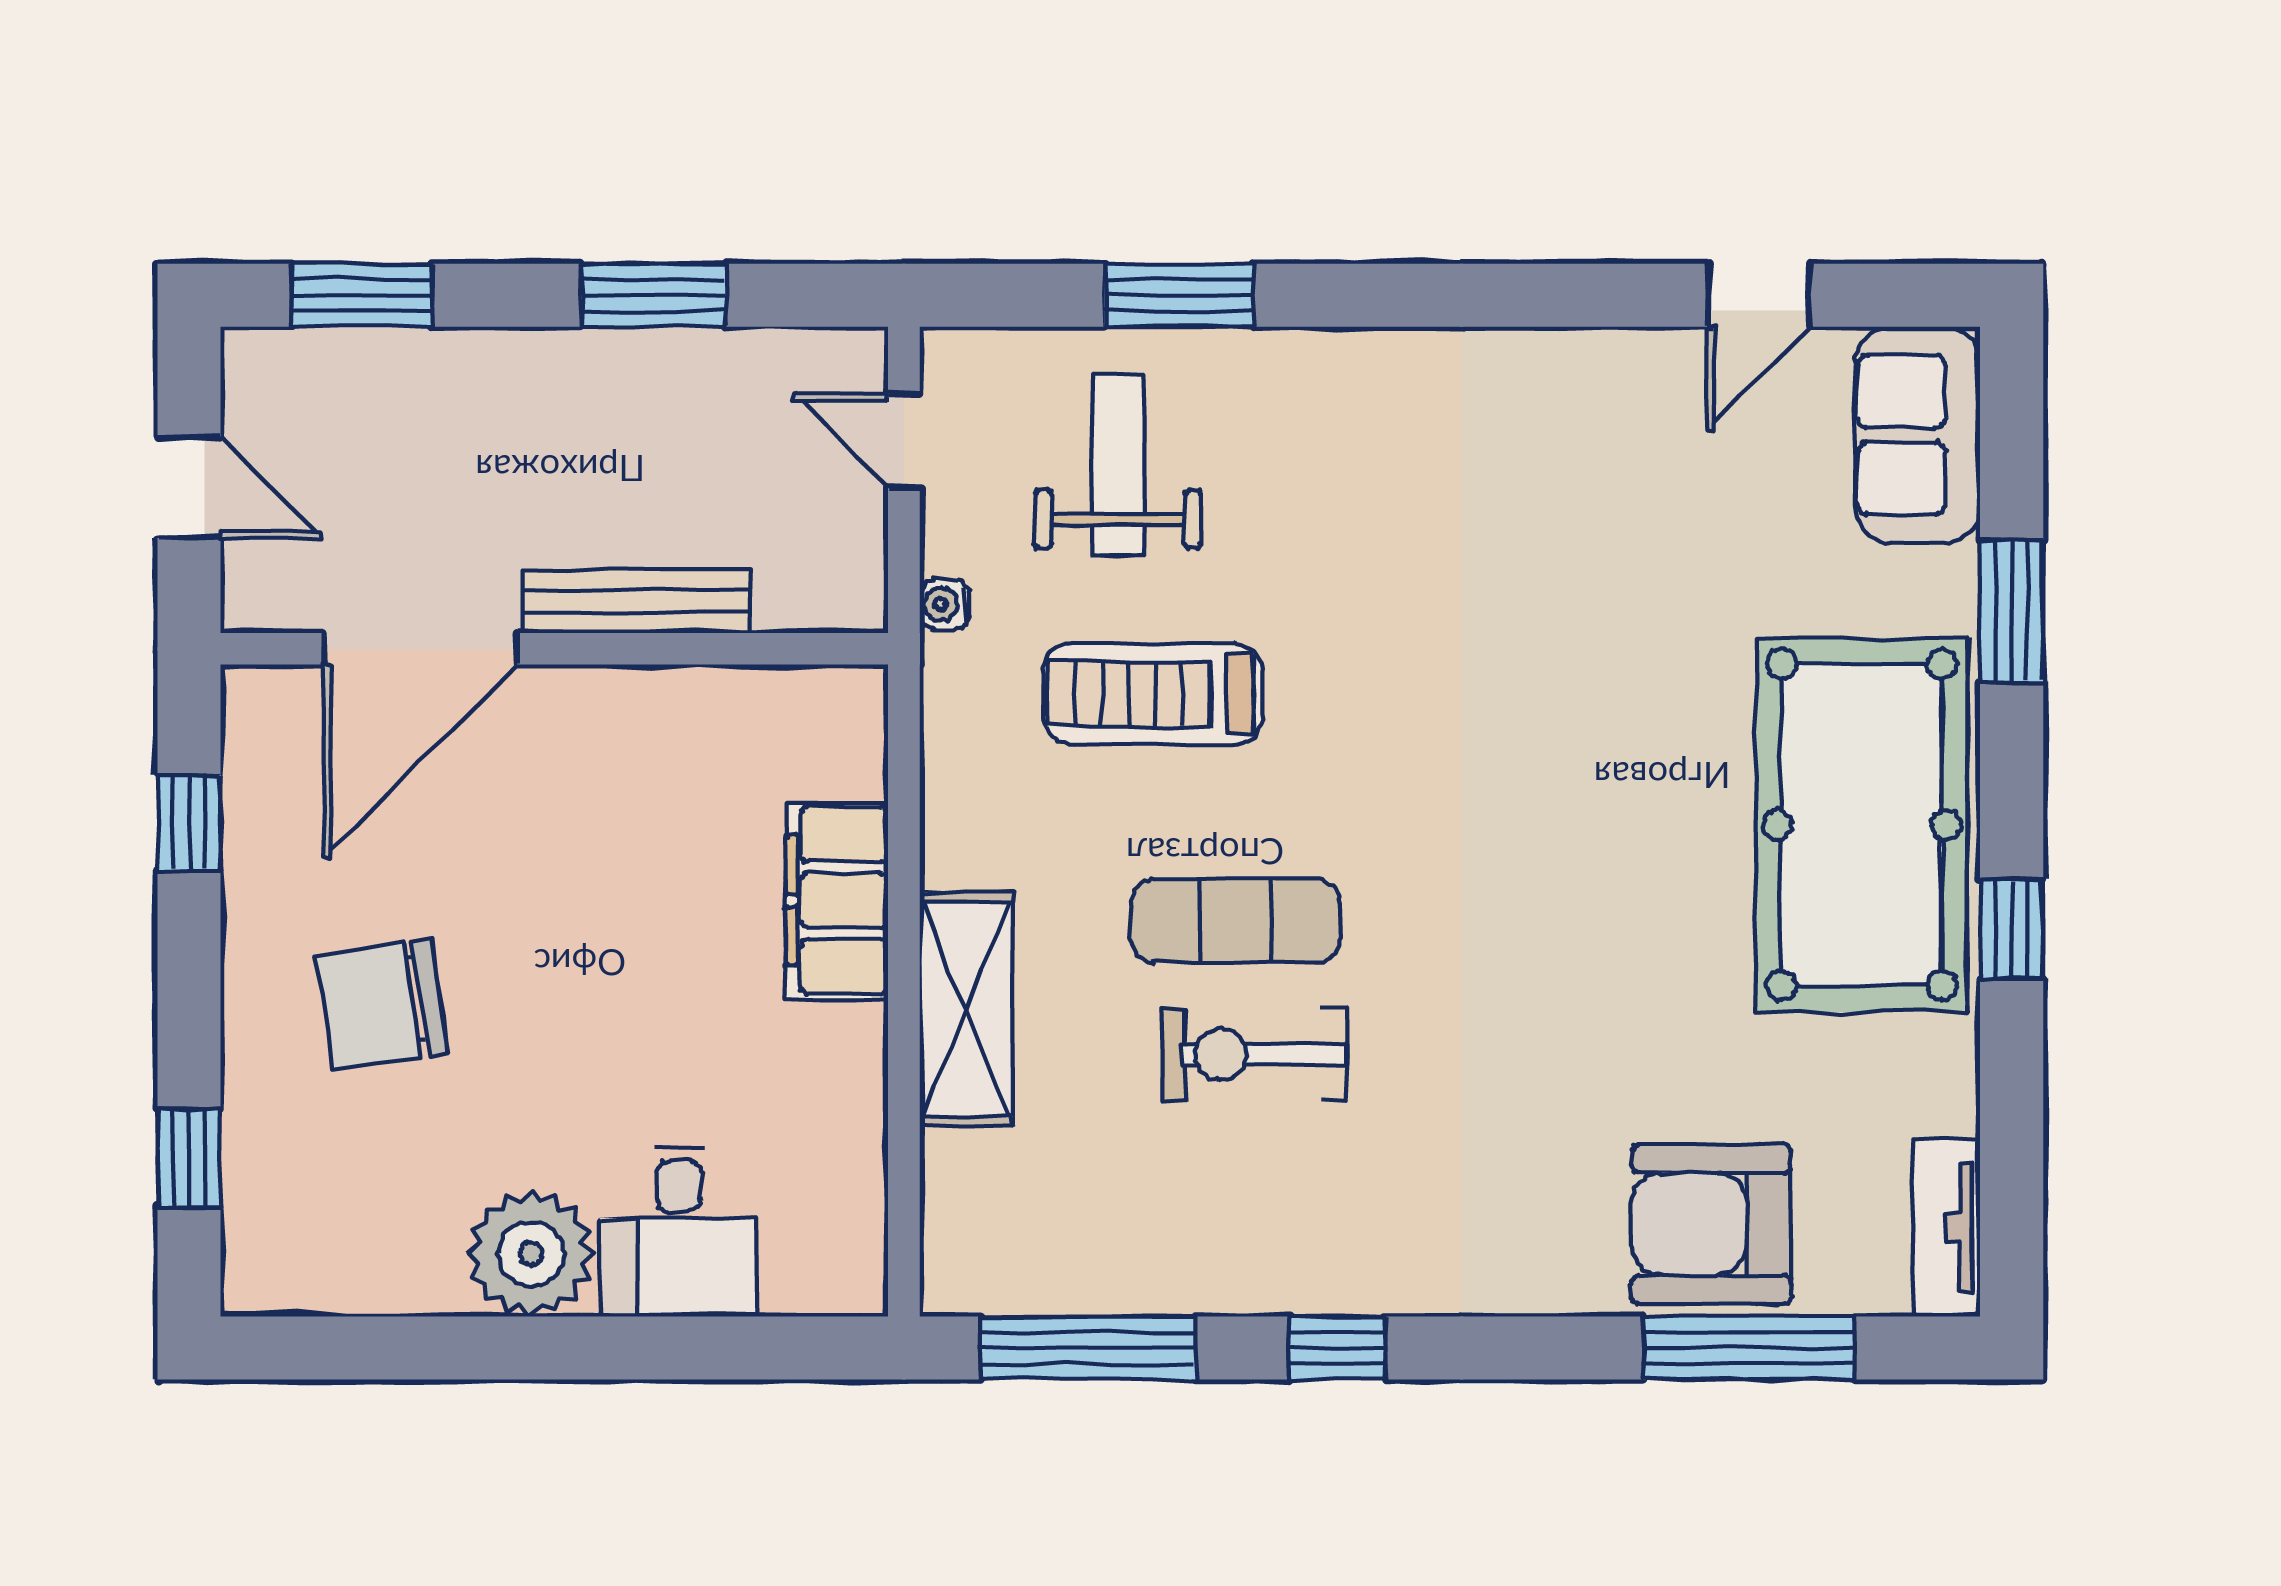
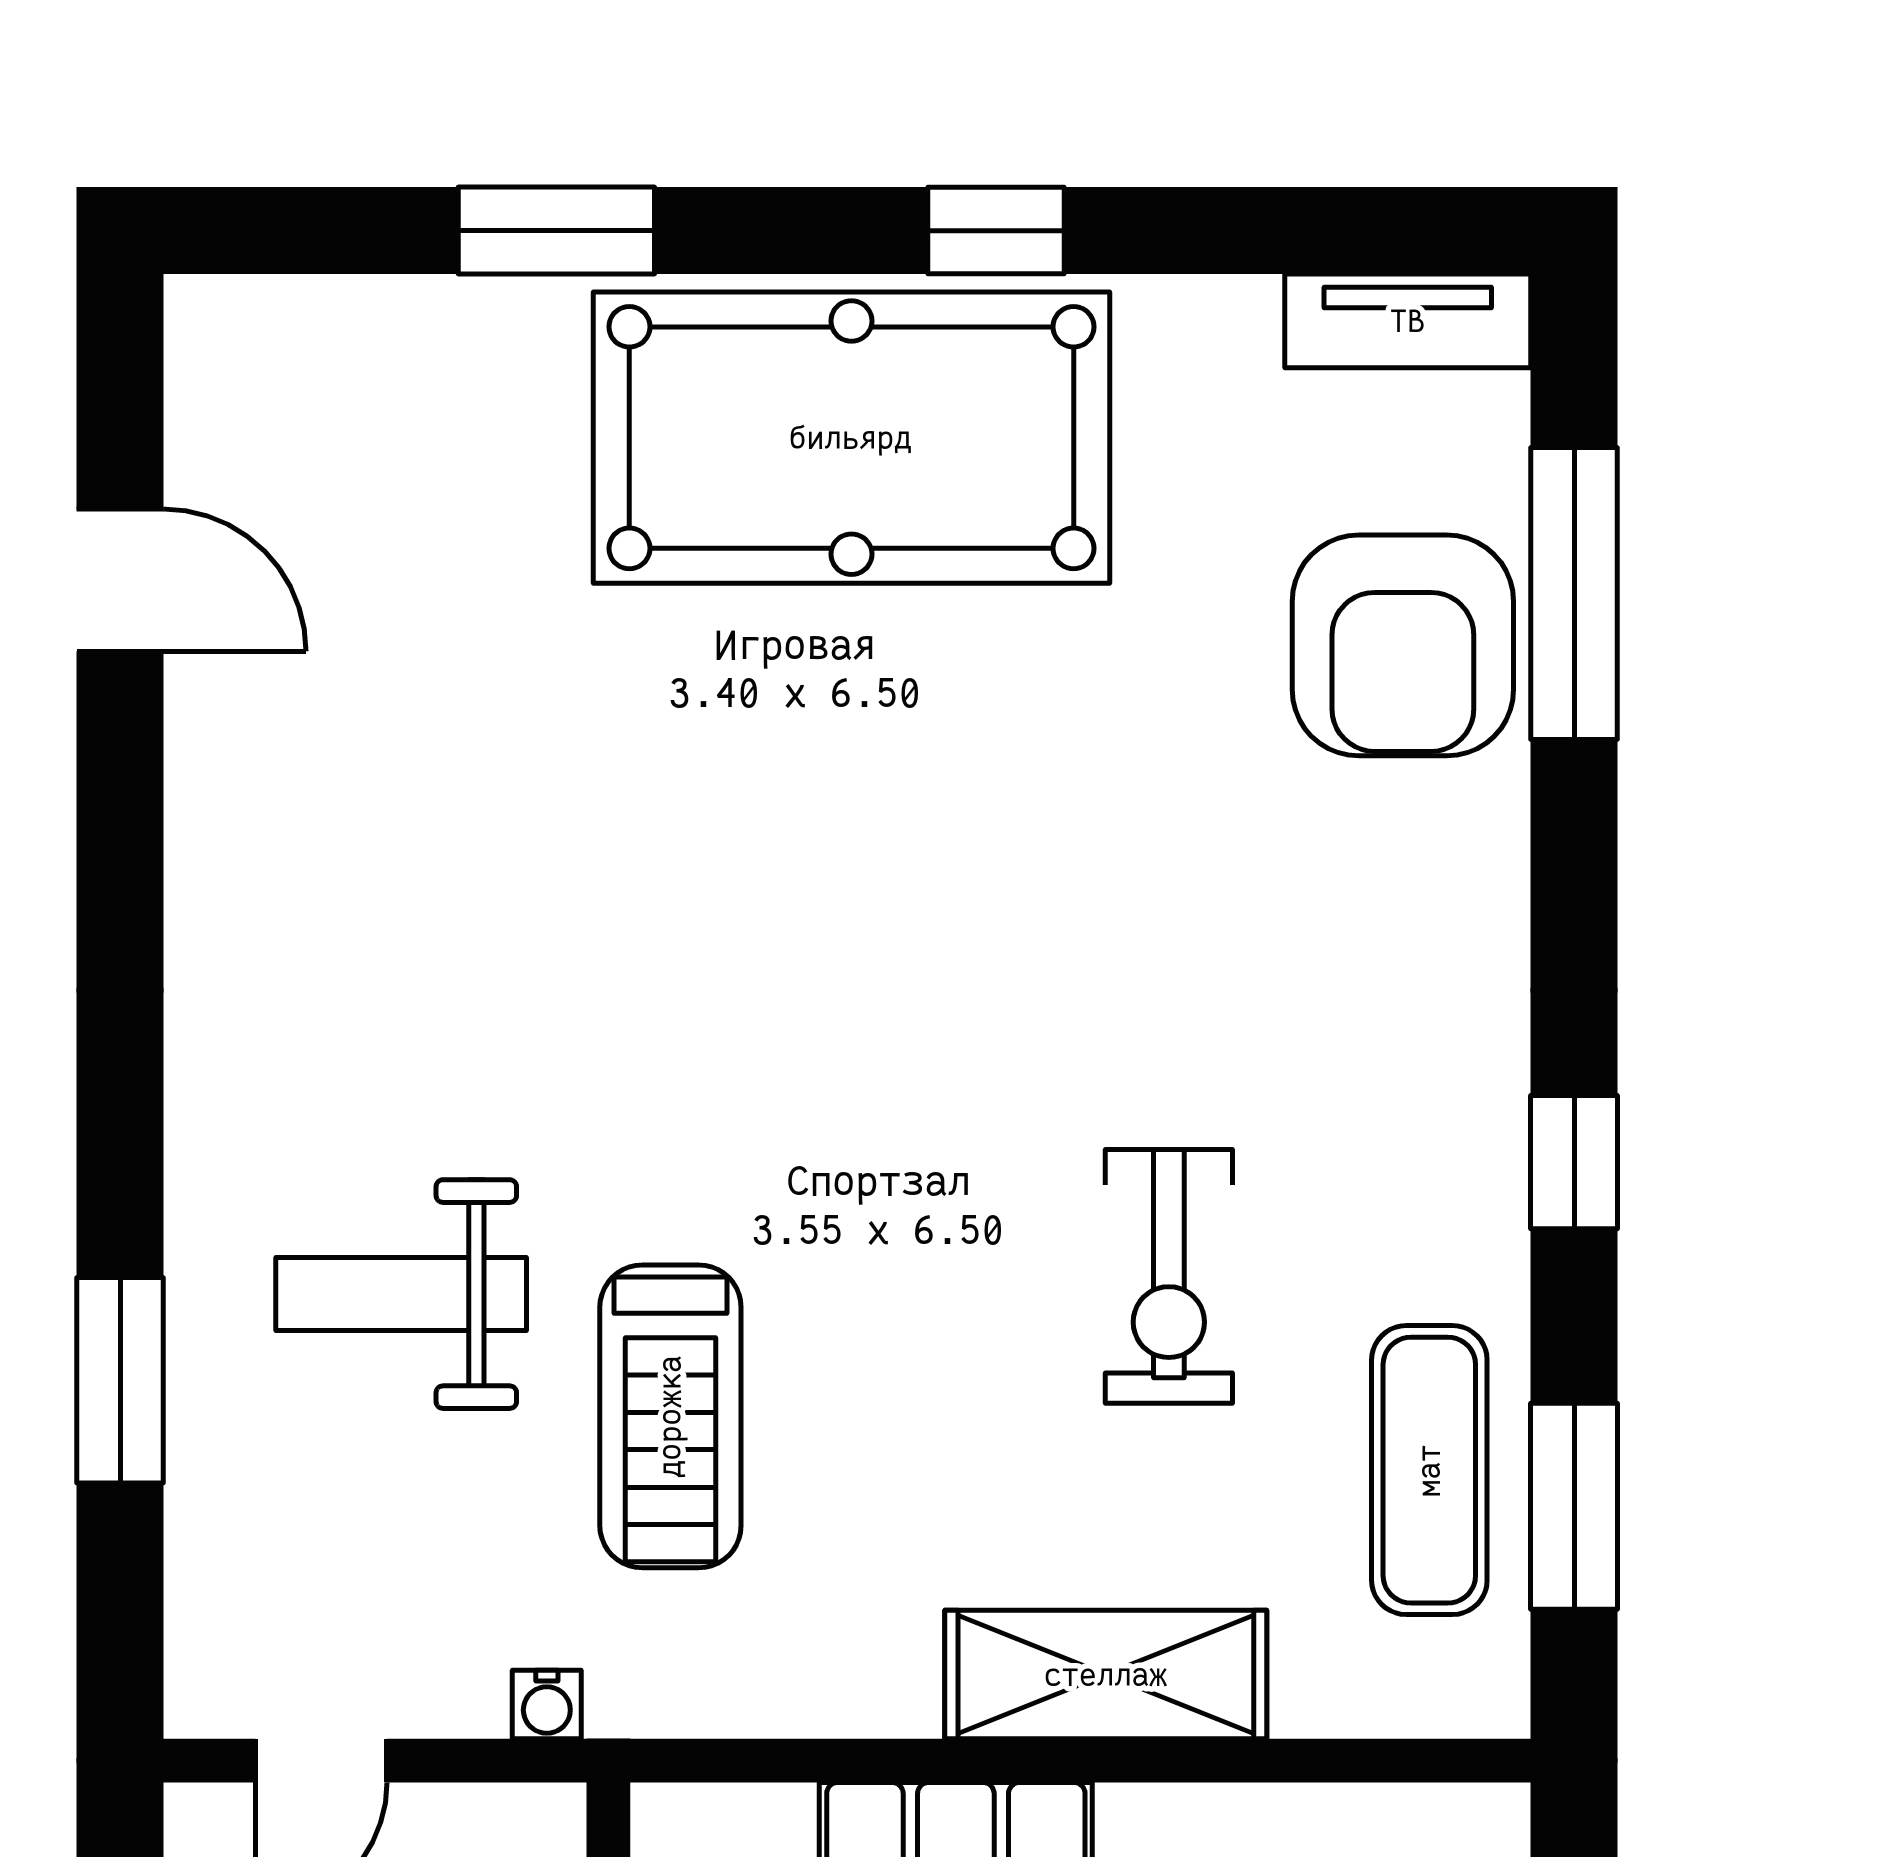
sofa: (1918, 435) -> (313, 361), removed
weight bench: (1118, 465) -> (401, 1294), moved
exercise mat: (1235, 921) -> (1429, 1470), moved
window: (1088, 1348) -> (1574, 1506), width x0.69

